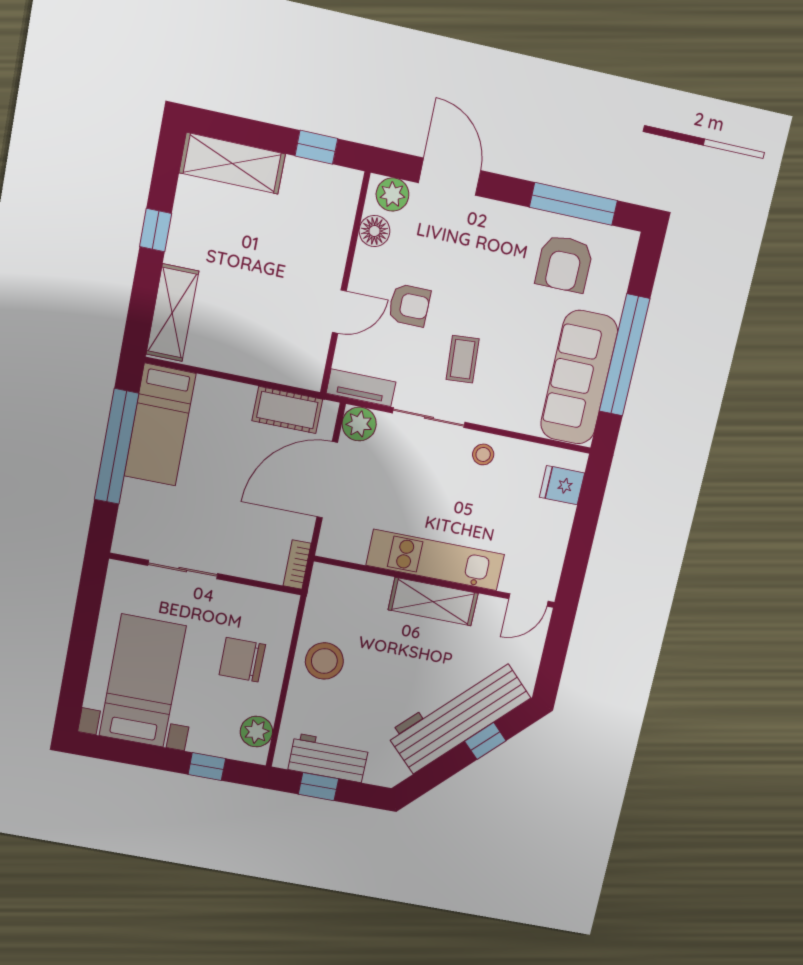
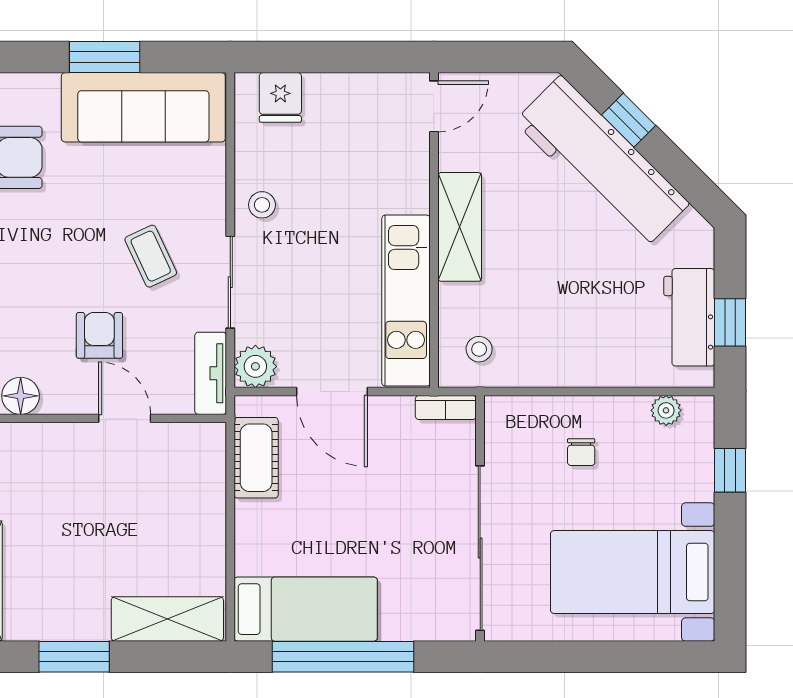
window: (156, 230) -> (74, 657), width x1.50
window: (625, 355) -> (105, 57), width x0.47
coffee table: (463, 359) -> (151, 256), turned 69
door: (327, 480) -> (332, 391), width x0.73
kitchen unit: (435, 560) -> (406, 301), moved
sliding door: (183, 570) -> (480, 548), width x1.86
door: (528, 600) -> (434, 106), hinge flipped
chair: (242, 660) -> (581, 452), width x0.54, depth x0.54
stool: (324, 661) -> (479, 349), moved, width x0.53, depth x0.53
plant: (256, 732) -> (666, 410), width x0.73, depth x0.73

